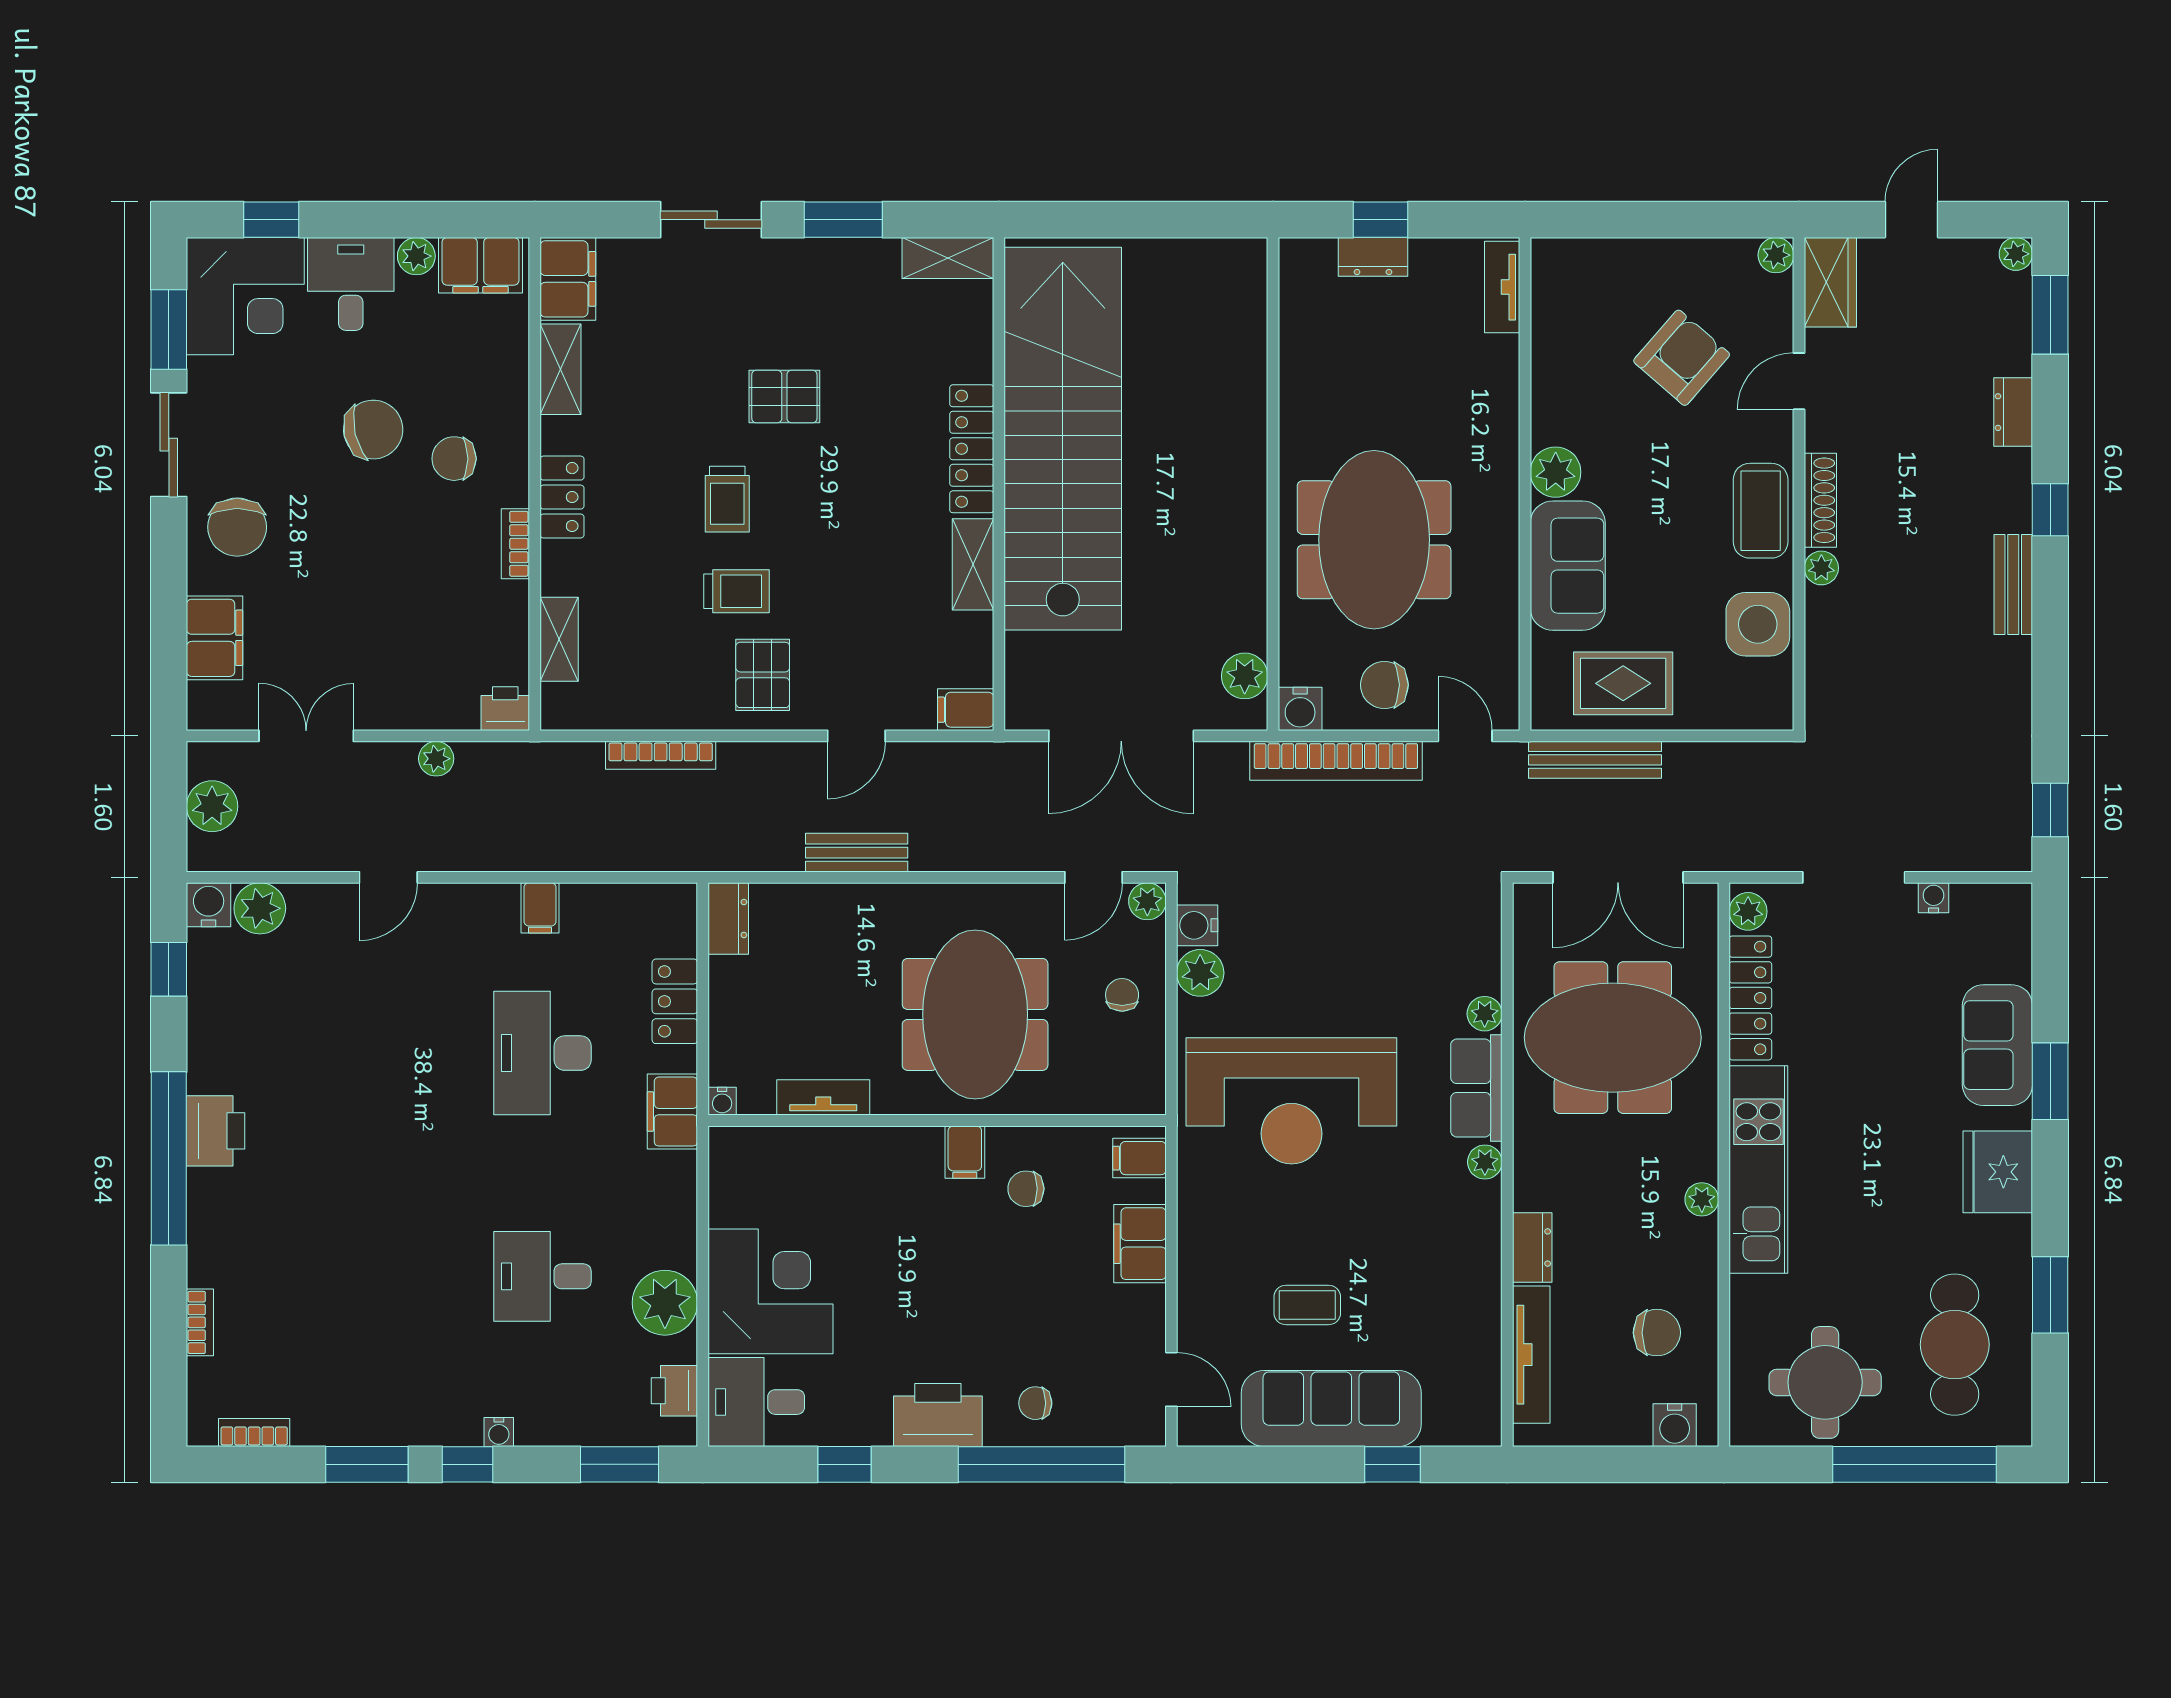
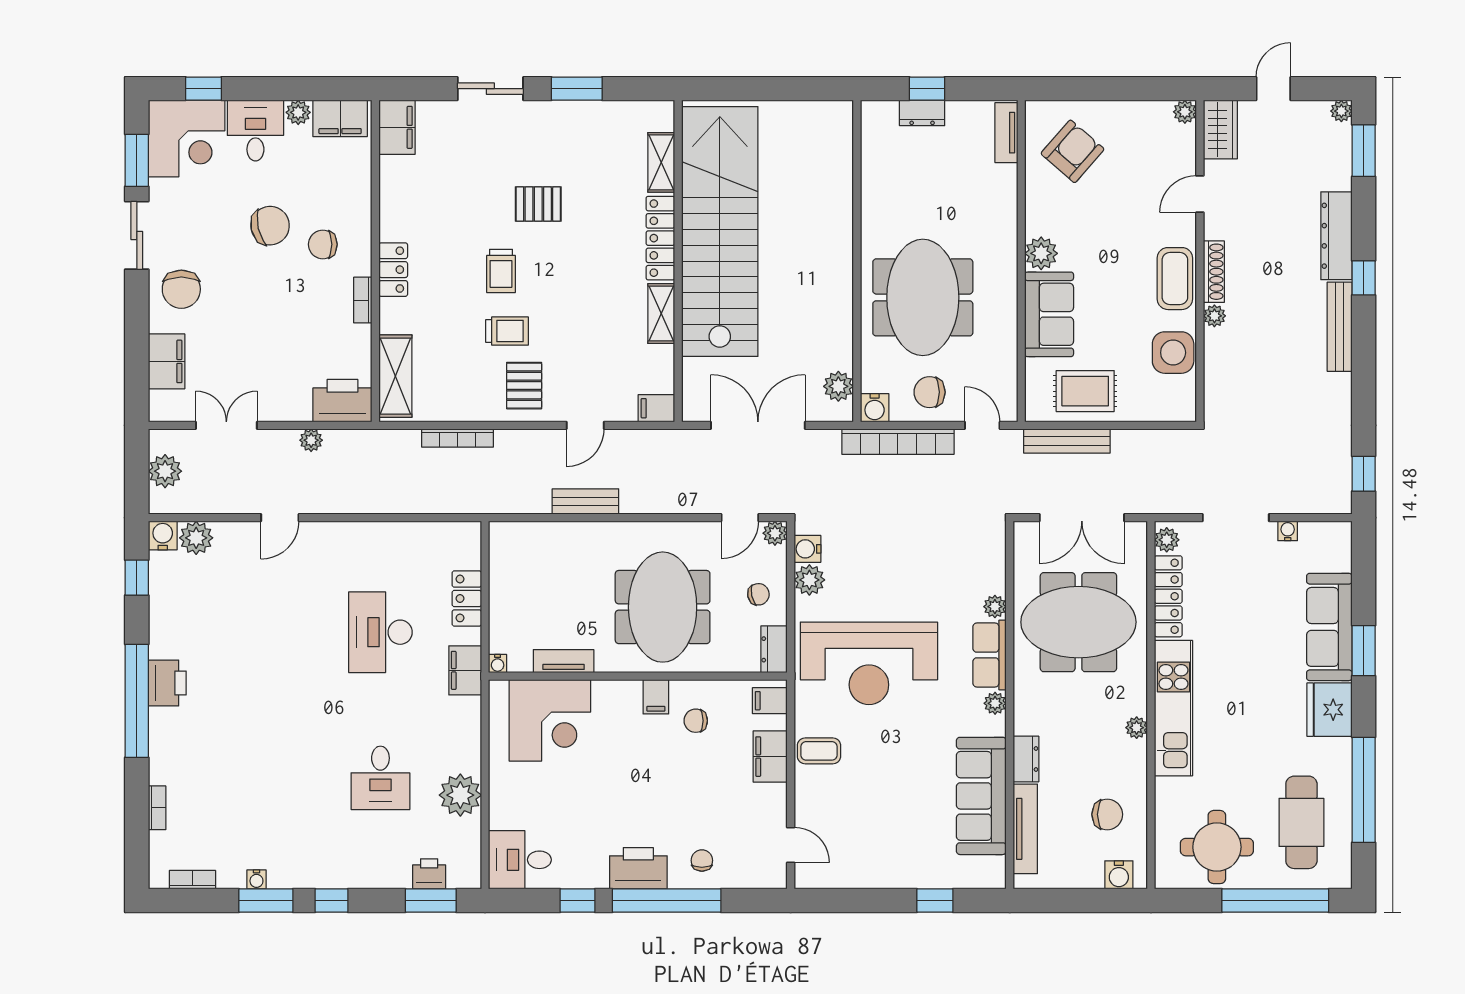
shelving: (948, 258) -> (661, 162), moved, turned 90
armchair: (1682, 358) -> (1073, 151), moved
shelving: (560, 369) -> (392, 186), removed
dresser: (2013, 412) -> (1336, 236), width x1.96, depth x1.24
bench: (2013, 585) -> (1340, 327), width x1.36
shelving: (559, 639) -> (395, 376), width x1.50, depth x1.33
printer: (505, 709) -> (342, 401), width x1.87, depth x1.48
double door: (1121, 736) -> (758, 425), swing flipped
filing cabinet: (540, 908) -> (379, 538), removed
dresser: (728, 919) -> (774, 649), moved, turned 180
chair: (1122, 995) -> (758, 594), turned 78
sofa: (1997, 1045) -> (1329, 627), width x1.36
desk: (542, 1276) -> (380, 778), turned -90
corner desk: (771, 1291) -> (550, 720), moved, turned 90
window: (2050, 1295) -> (1364, 790), width x2.11
coffee table: (1307, 1305) -> (819, 751), moved
printer: (674, 1391) -> (429, 874), moved, turned 90
chair: (1035, 1403) -> (702, 860), turned 90
sofa: (1331, 1409) -> (981, 796), moved, turned -90
water cooler: (499, 1432) -> (256, 879), moved
window: (1042, 1464) -> (667, 900), moved

